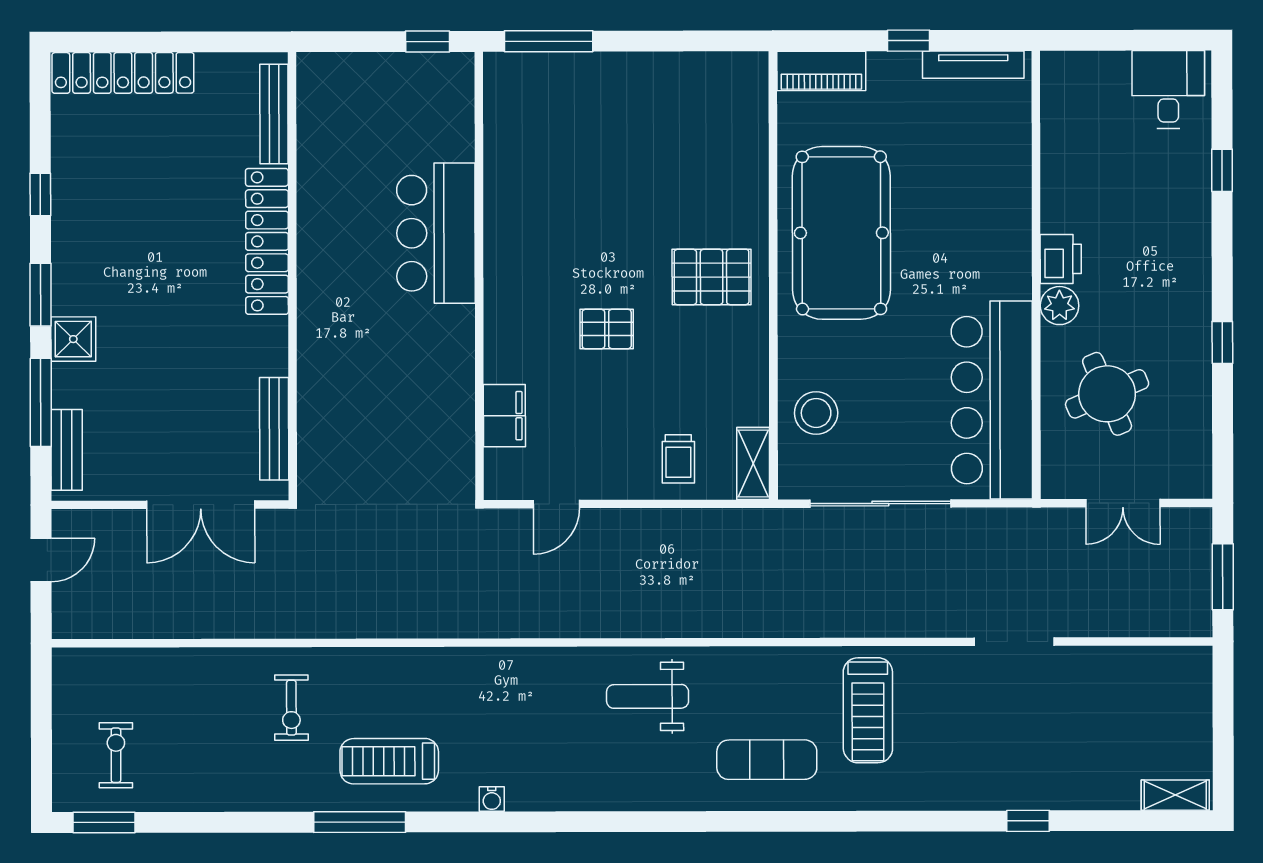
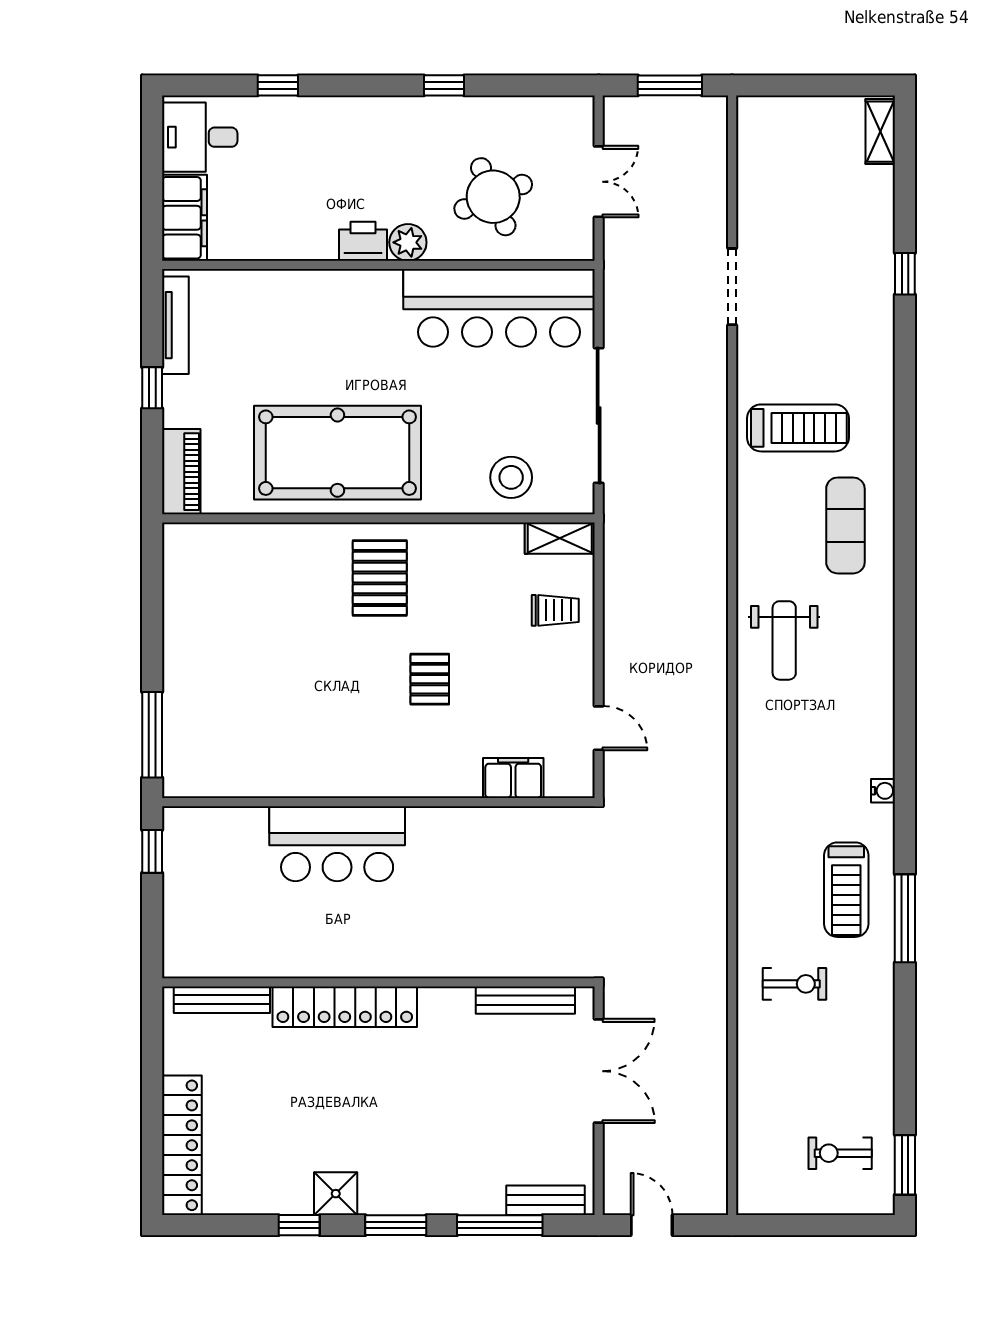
filing cabinet: (1085, 74) -> (185, 218), added
shower: (73, 339) -> (336, 1194), moved

